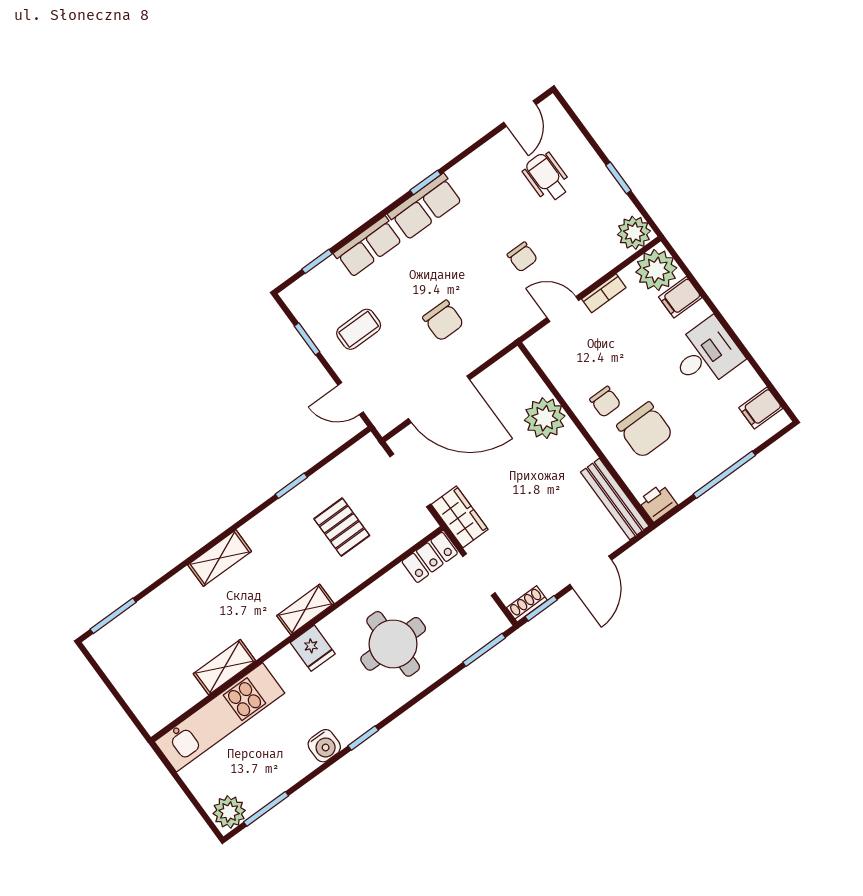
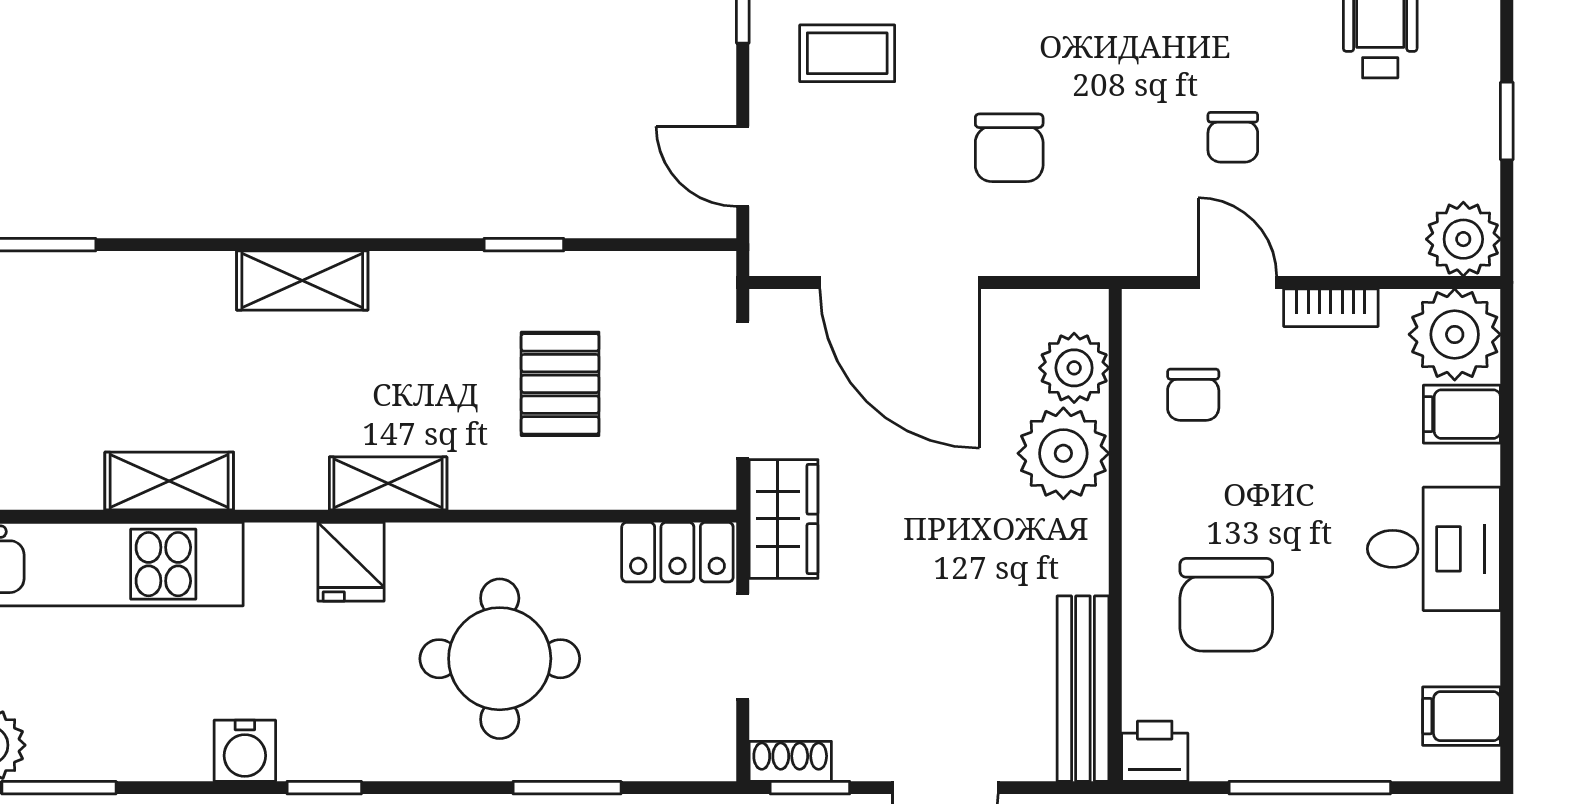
plant: (526, 384) -> (1074, 368), added
chair: (605, 402) -> (1193, 395), moved
window: (484, 650) -> (567, 788), moved

